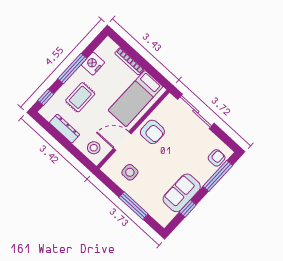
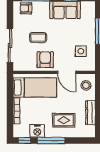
window: (46, 97) -> (24, 140), moved
coffee table: (179, 144) -> (38, 37), added

